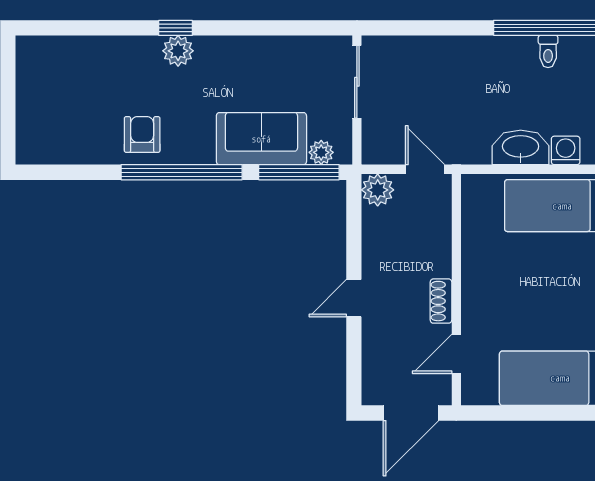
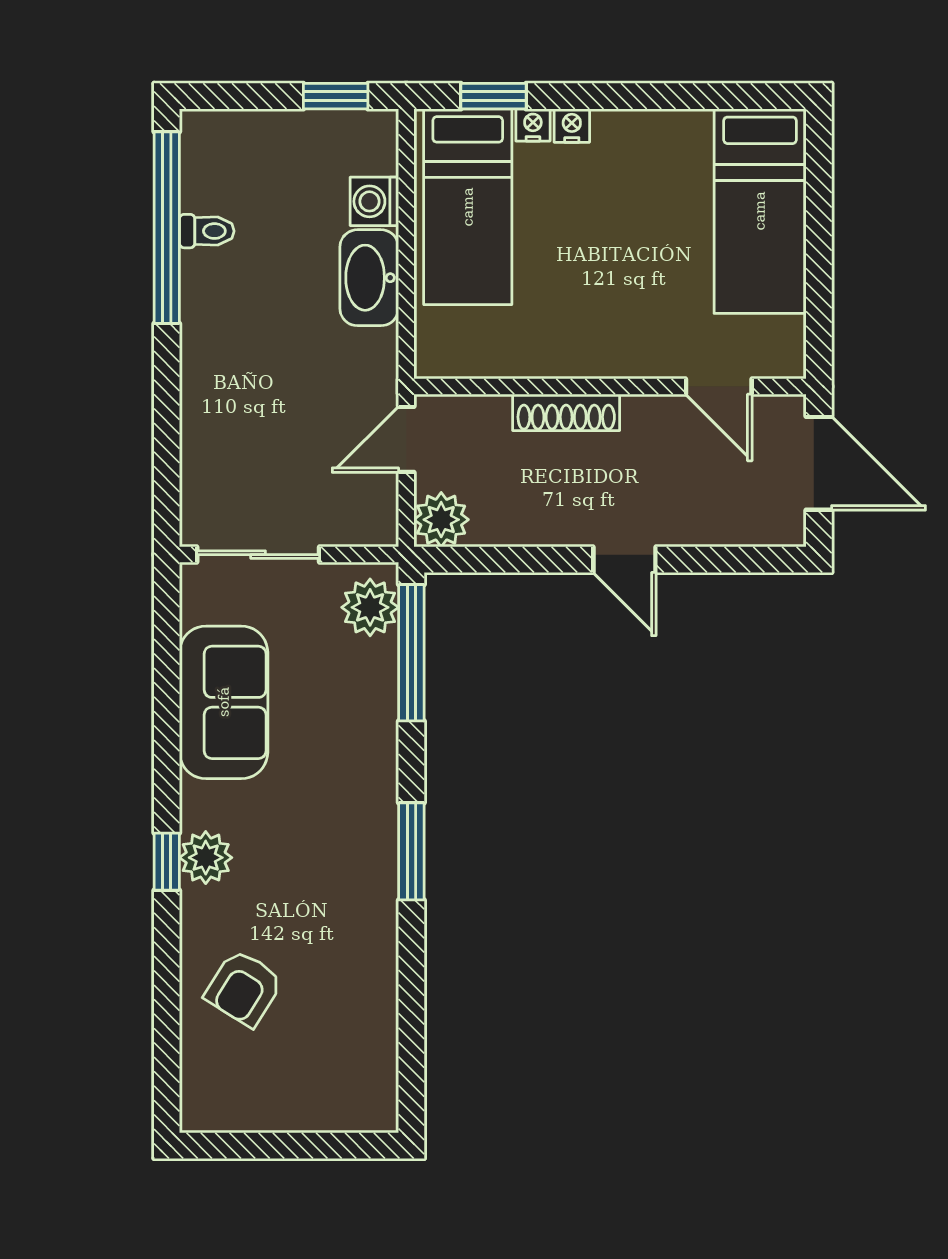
armchair: (142, 134) -> (244, 988), moved, turned -58
sofa: (261, 139) -> (224, 702), moved, turned 180
plant: (321, 152) -> (370, 607), width x1.38, depth x1.38
window: (182, 172) -> (411, 851), width x0.47
shoe rack: (441, 301) -> (566, 412), moved, width x1.43

